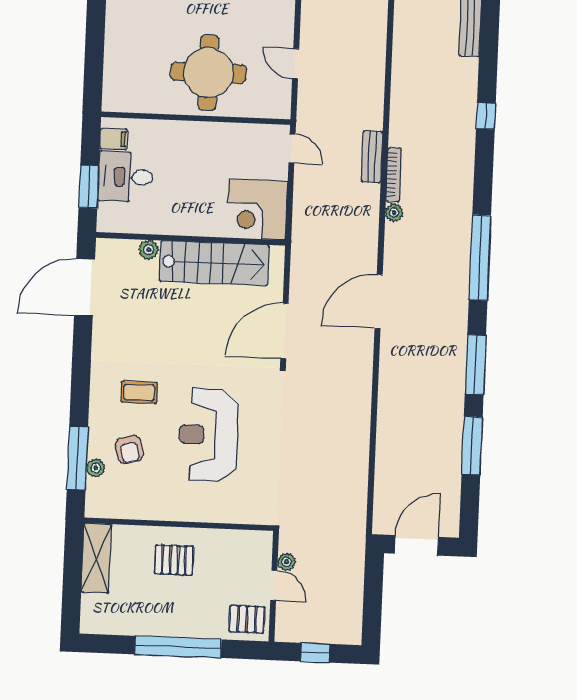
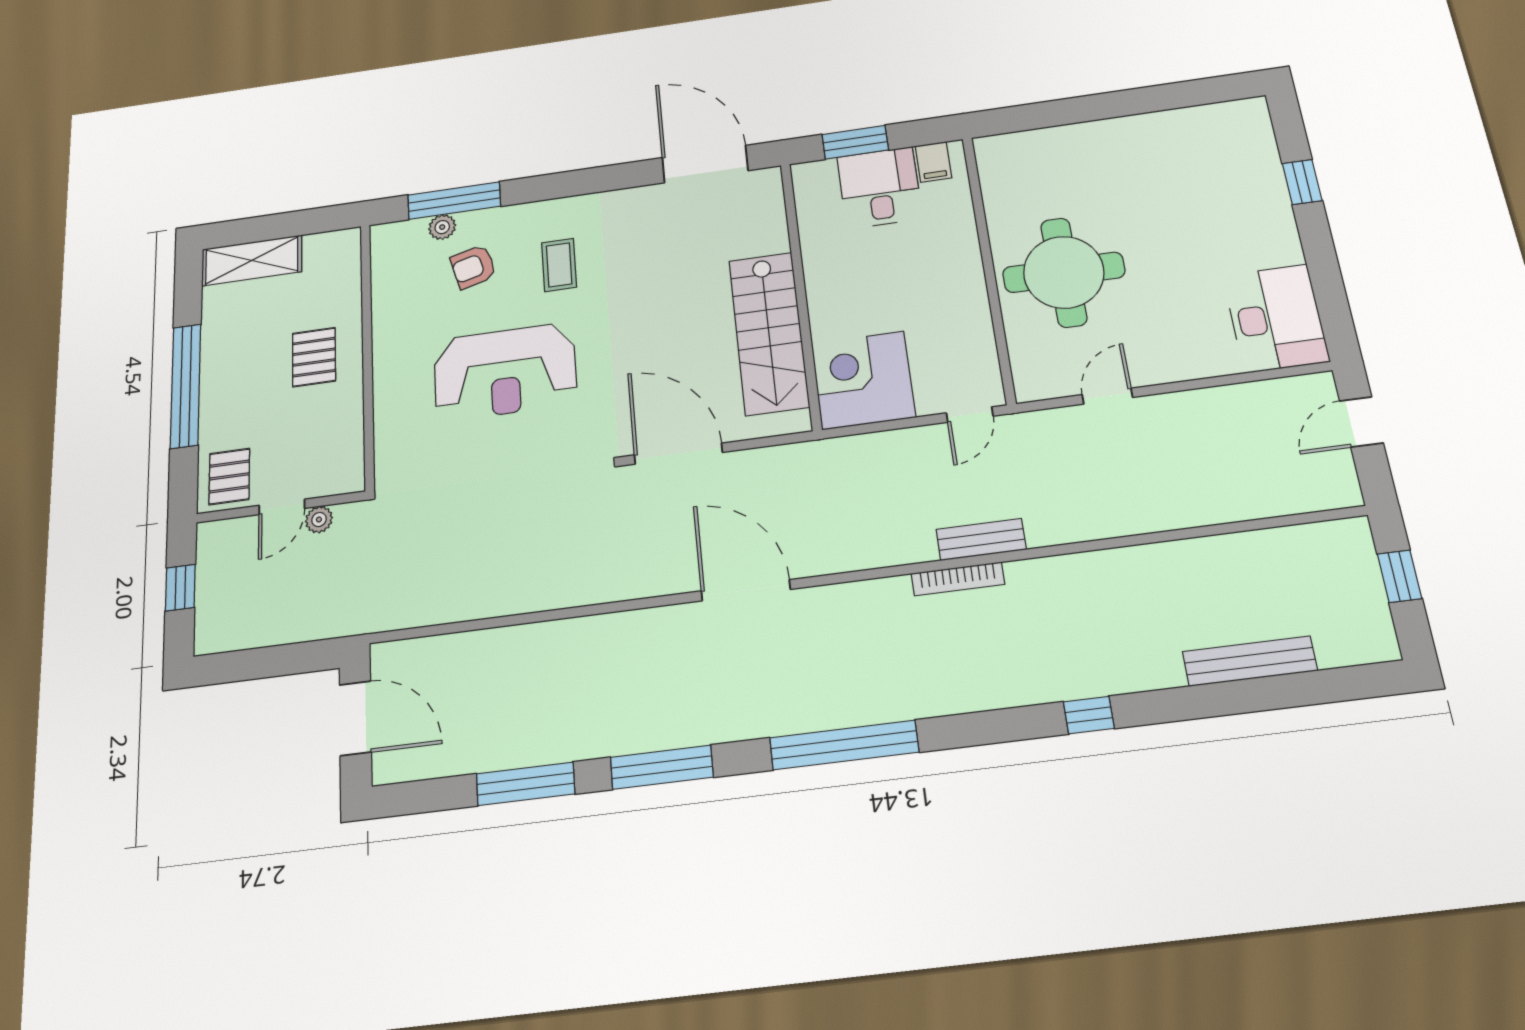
plant: (394, 213) -> (895, 590), removed
plant: (149, 250) -> (775, 239), removed
reception desk: (208, 435) -> (505, 372), turned 180
shelving: (96, 558) -> (252, 260), moved

